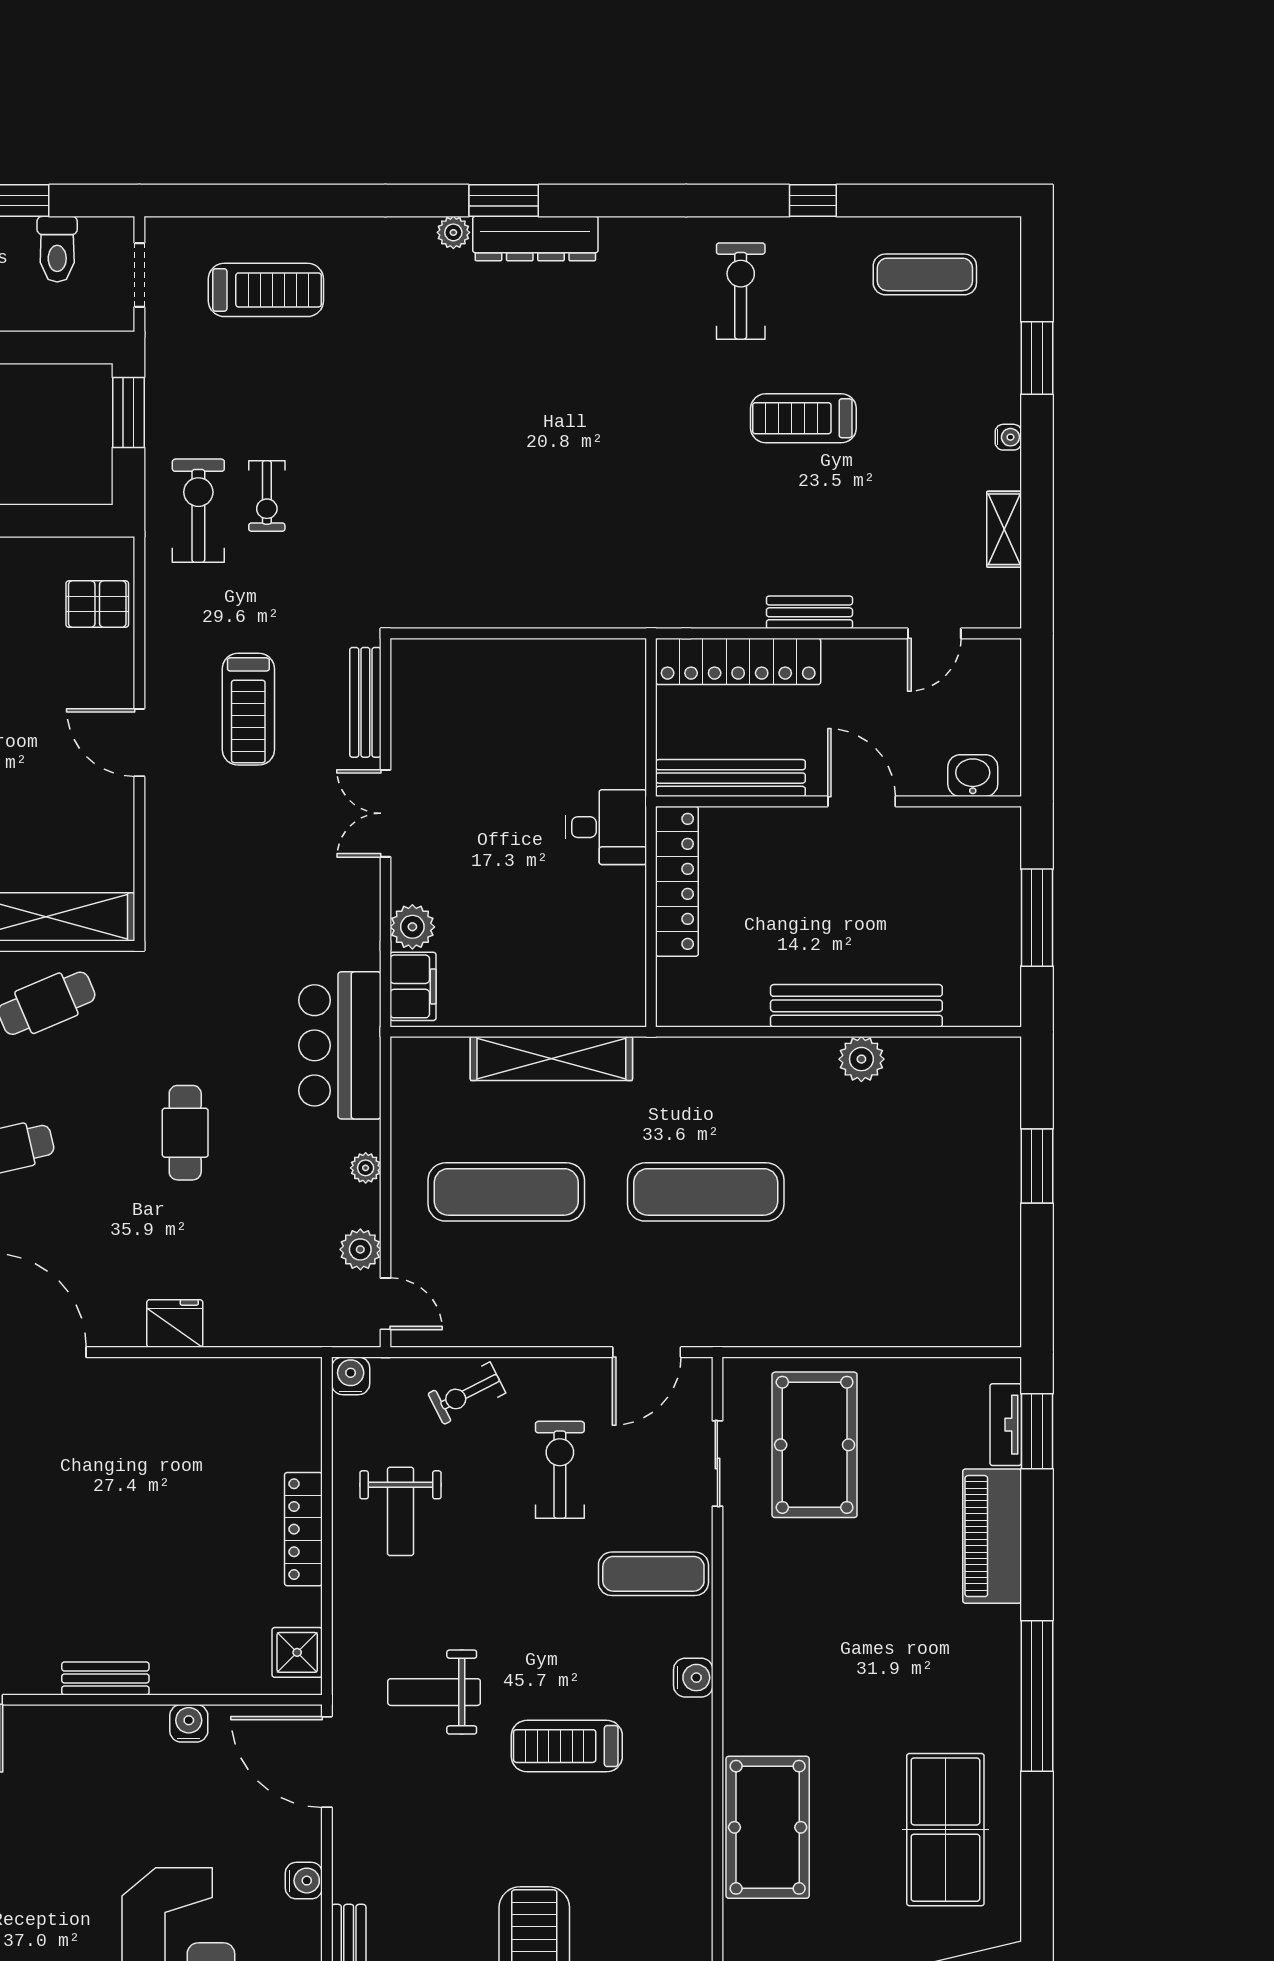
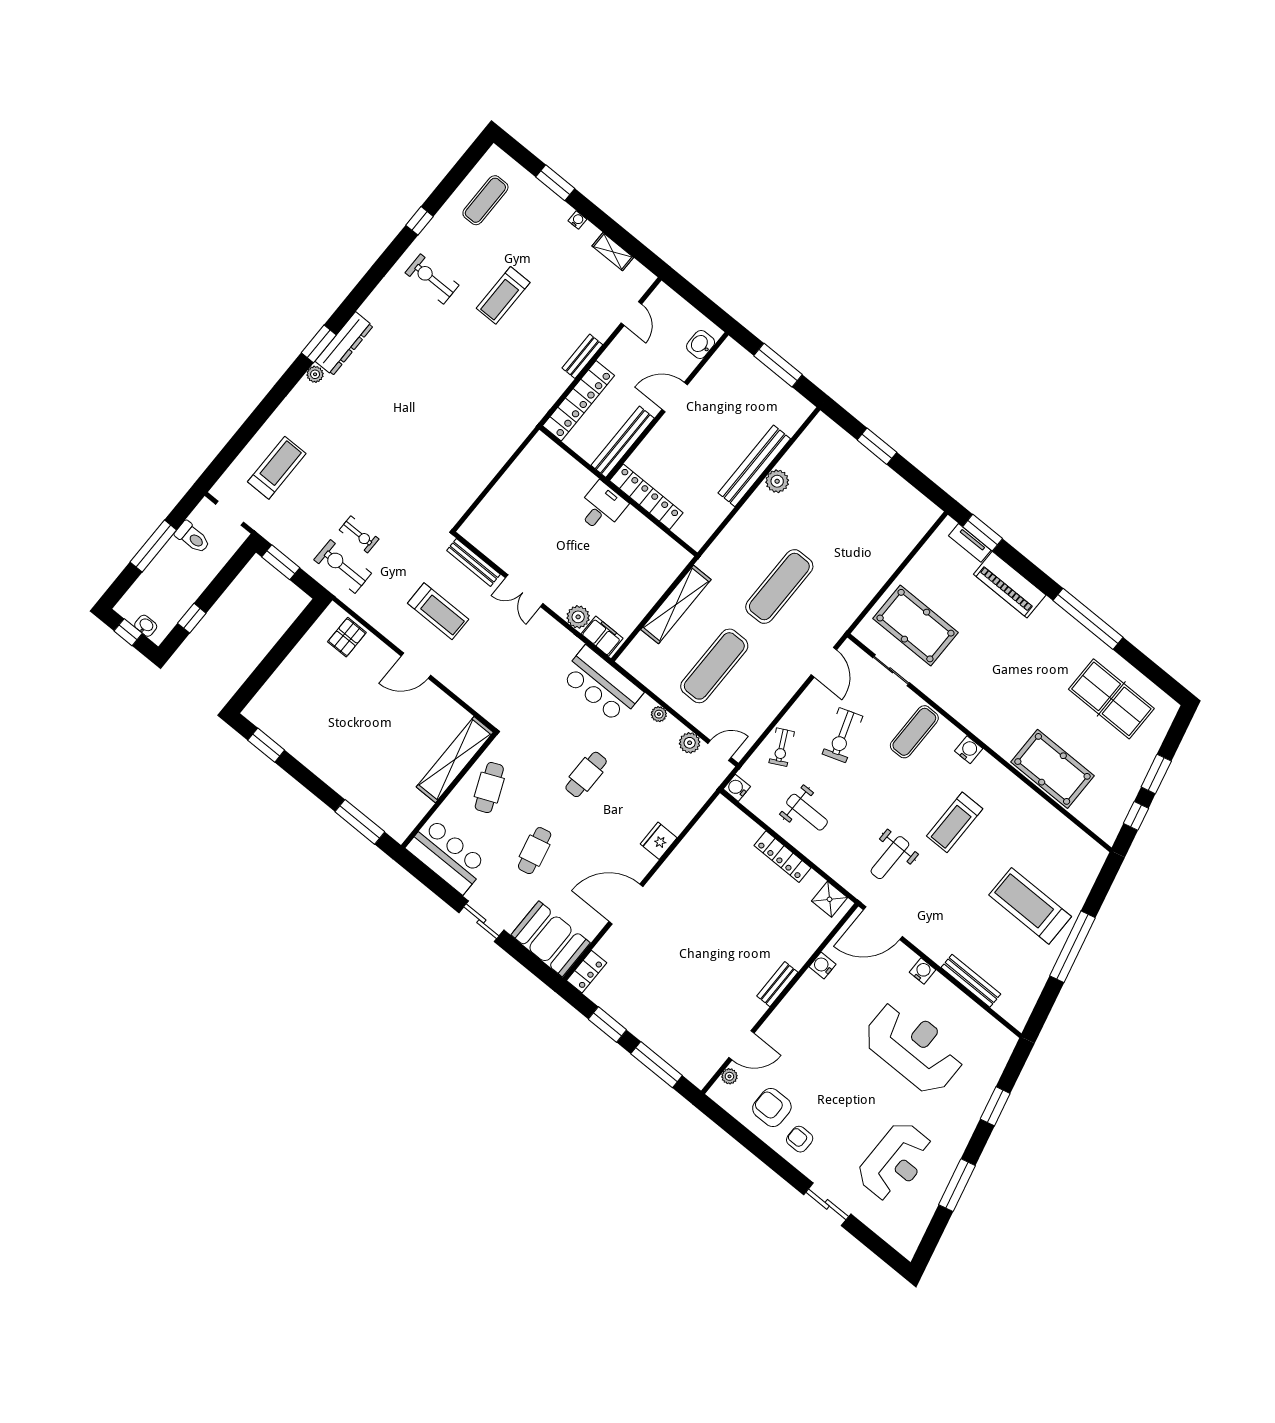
cafe table: (185, 1133) -> (586, 774), turned 90
exercise bike: (560, 1470) -> (842, 735), turned -109

